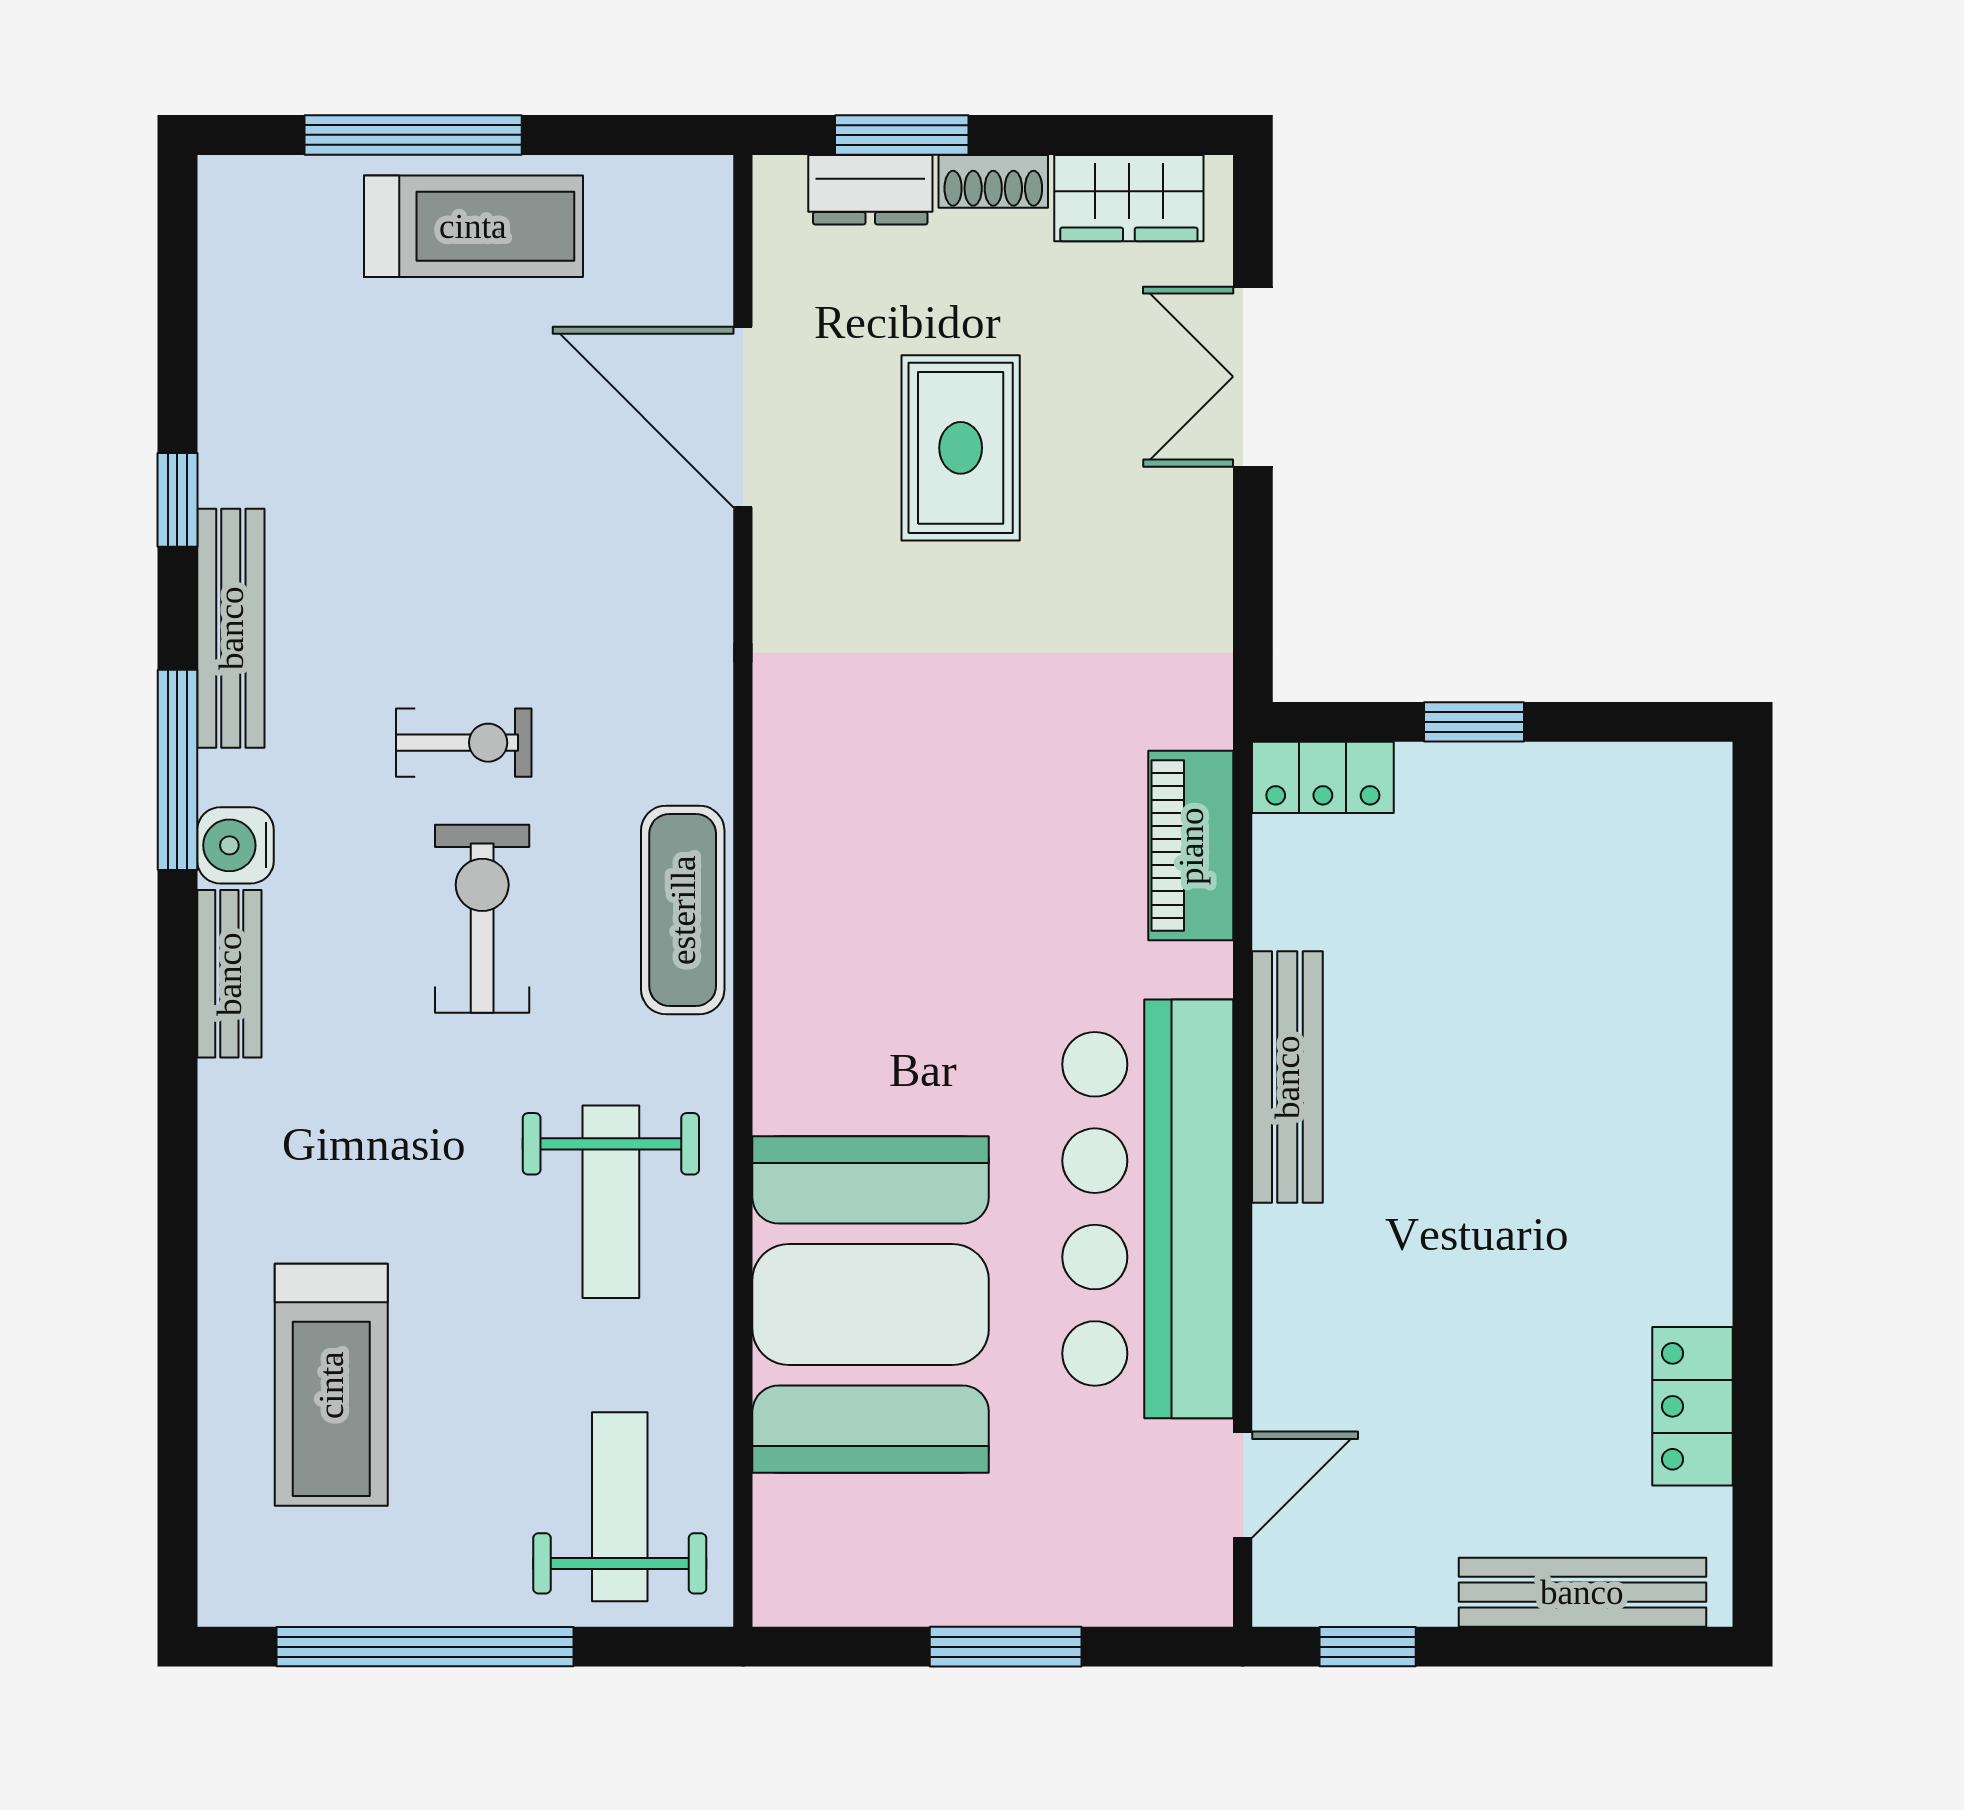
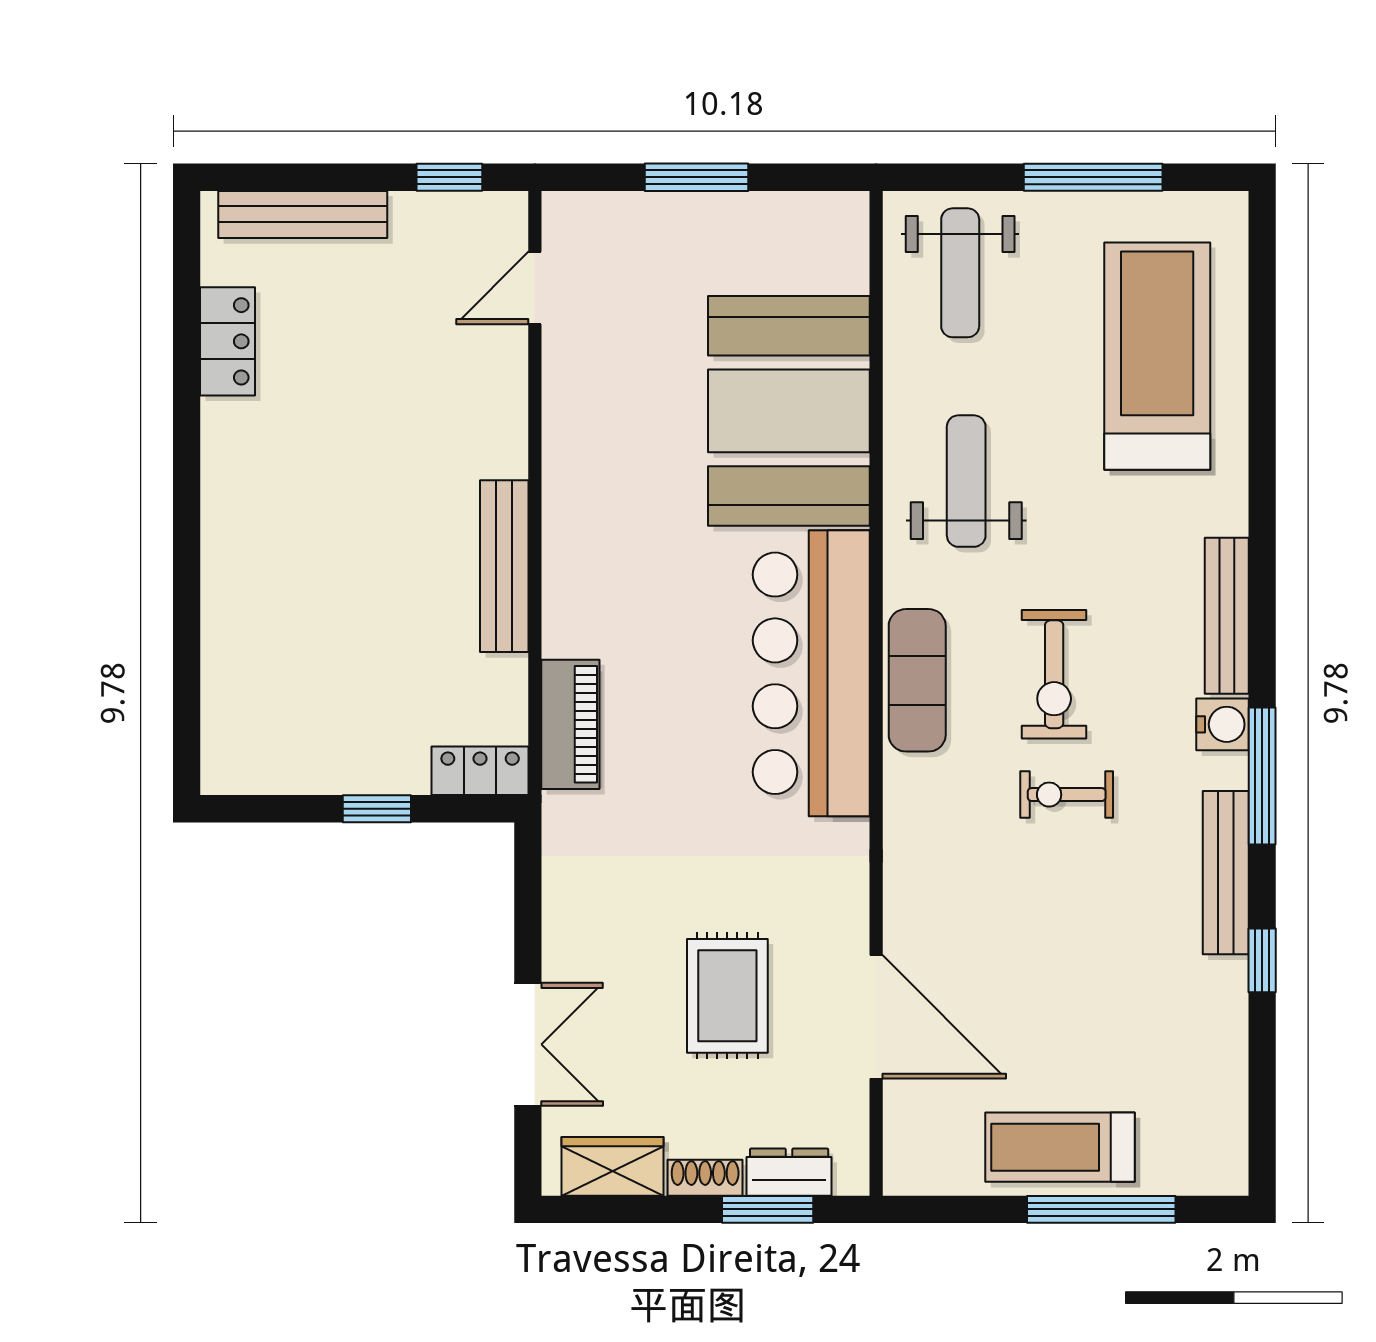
bench: (229, 974) -> (1227, 616), width x1.36
bar counter: (1148, 1209) -> (811, 673), moved, turned 180
treadmill: (331, 1385) -> (1157, 356), width x1.37, depth x1.38
window: (425, 1647) -> (1093, 177), width x0.68

